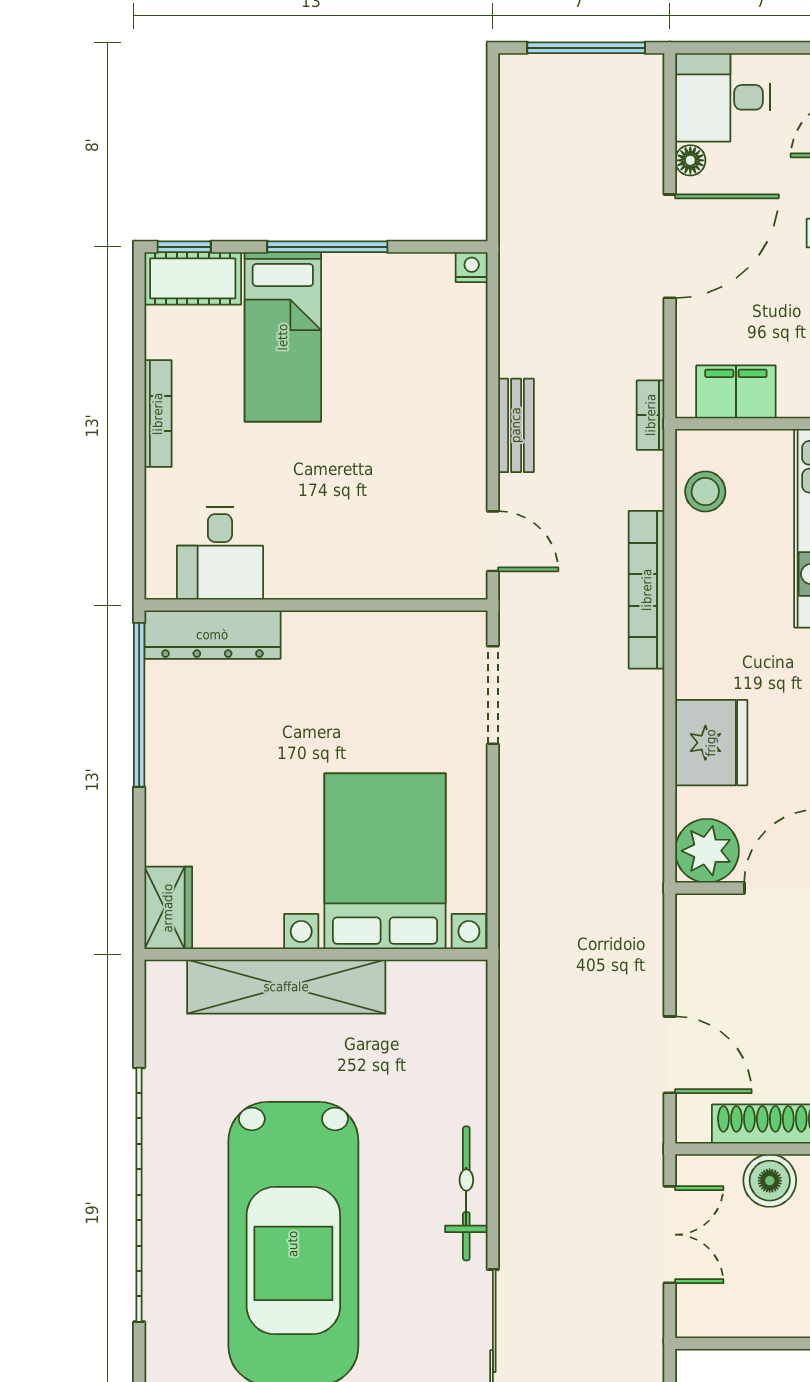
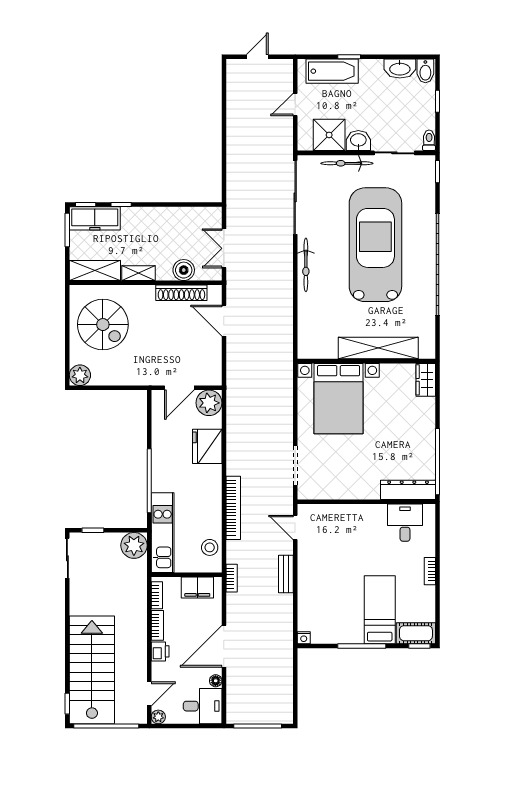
bookcase: (158, 414) -> (430, 571), width x0.64

